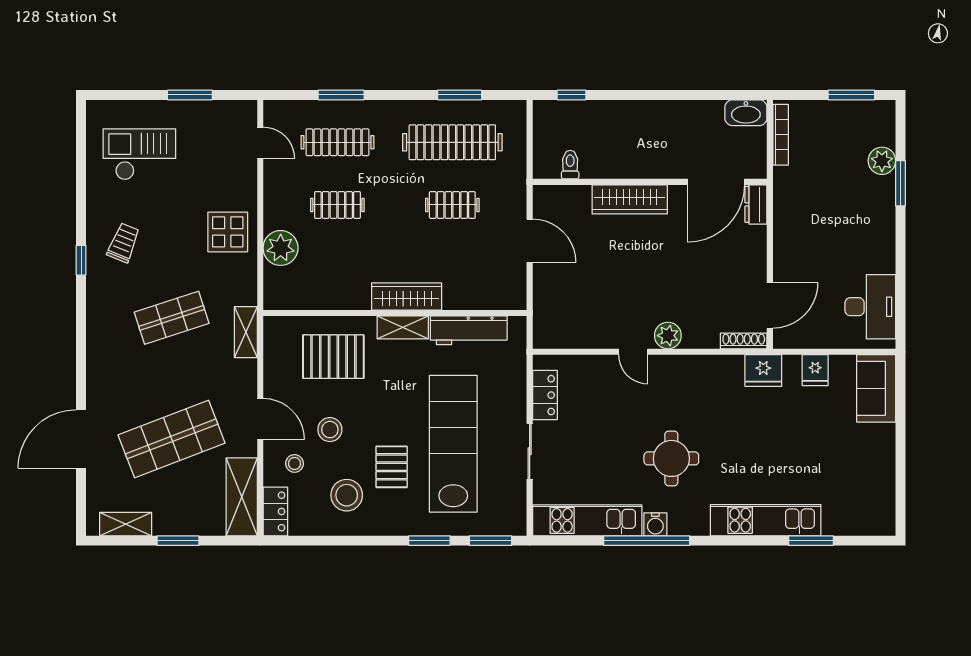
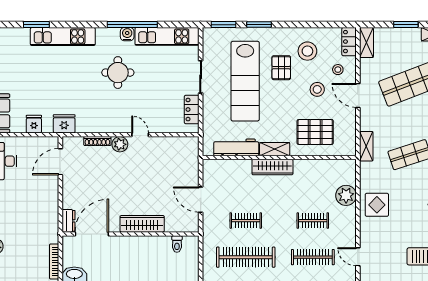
shoe rack: (744, 341) -> (97, 141), moved
shelving: (242, 497) -> (366, 43), width x0.67, depth x0.75

